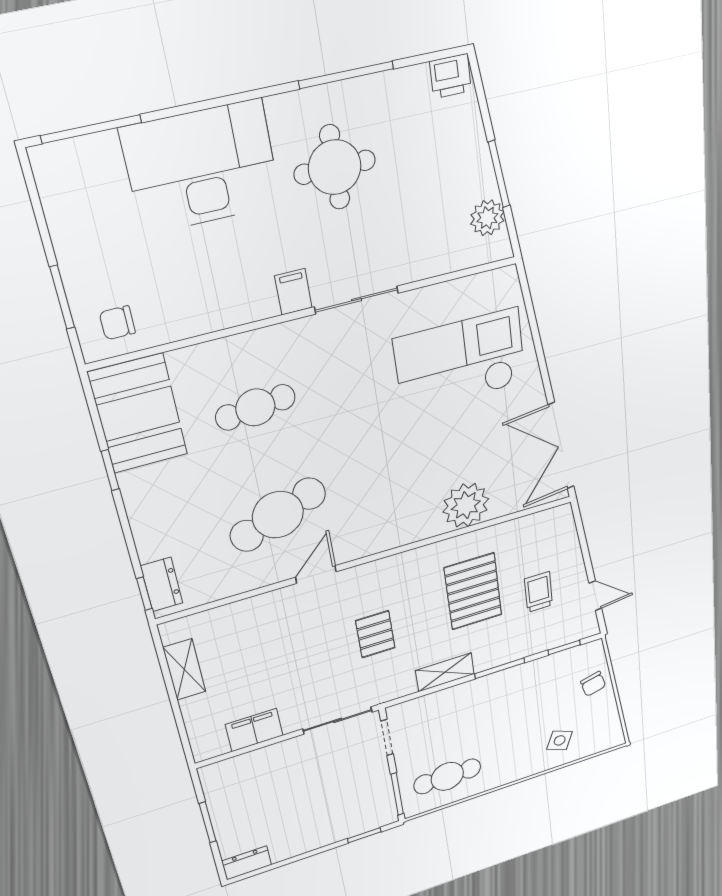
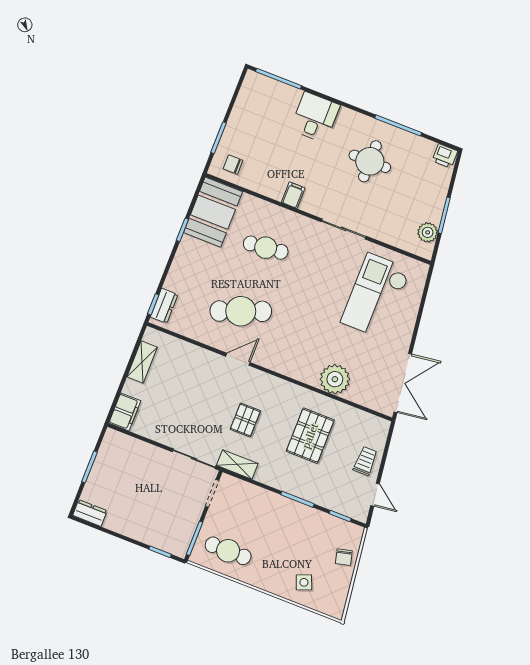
desk: (202, 167) -> (315, 117), width x0.53, depth x0.77
filing cabinet: (293, 292) -> (293, 195), moved
checkout: (460, 361) -> (376, 296), turned -90
double door: (561, 446) -> (403, 383), swing flipped
trolley: (539, 592) -> (365, 461), moved
shelving: (445, 672) -> (237, 464), moved
filing cabinet: (254, 730) -> (125, 412), moved, turned 90
side table: (560, 740) -> (304, 582), turned 45

